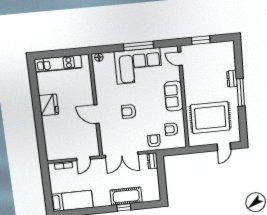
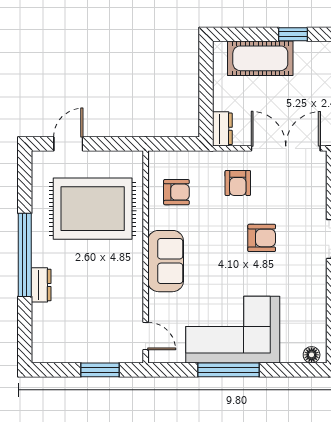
window: (241, 92) -> (25, 255), width x1.46
armchair: (154, 141) -> (238, 183), moved
cot: (126, 196) -> (260, 58), moved

